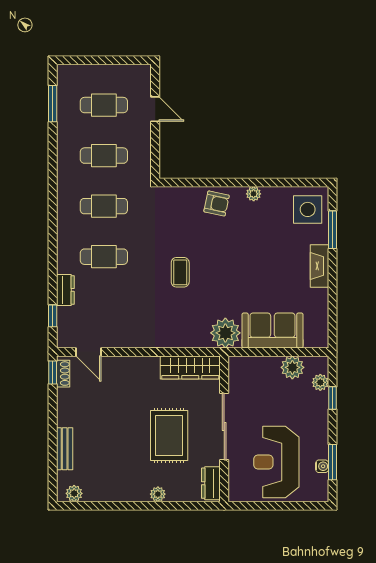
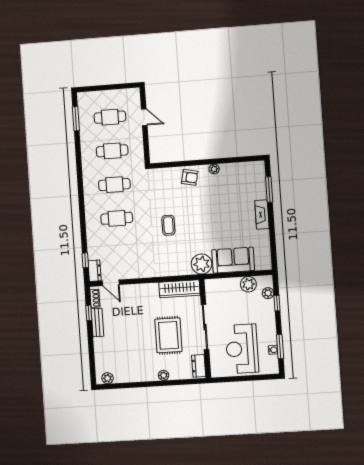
side table: (308, 209) -> (251, 177), removed
dresser: (65, 290) -> (95, 271), moved
window: (53, 372) -> (89, 313), moved
bench: (65, 449) -> (97, 322), moved

